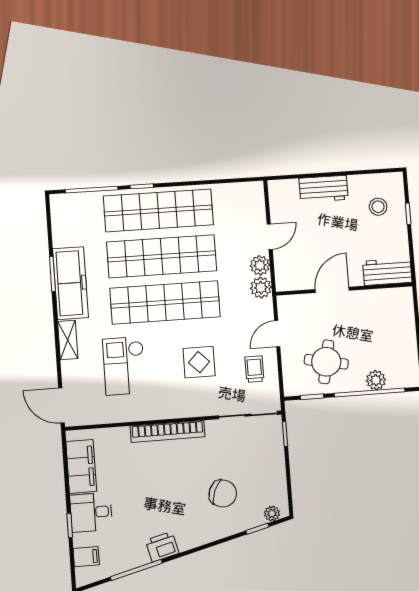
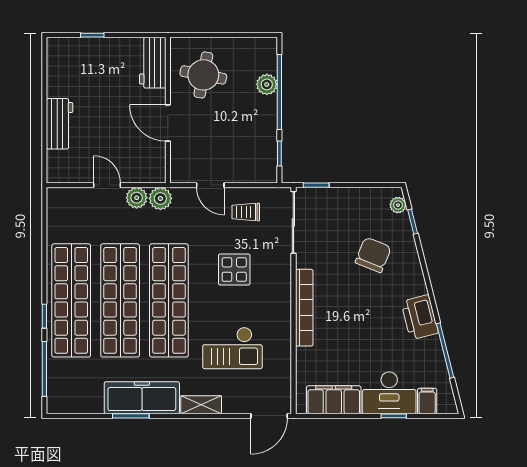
stool: (378, 207) -> (83, 67), removed
round table: (326, 362) -> (203, 75), moved
desk: (91, 512) -> (389, 393), width x1.37
printer: (162, 547) -> (420, 317), width x1.37, depth x1.19

